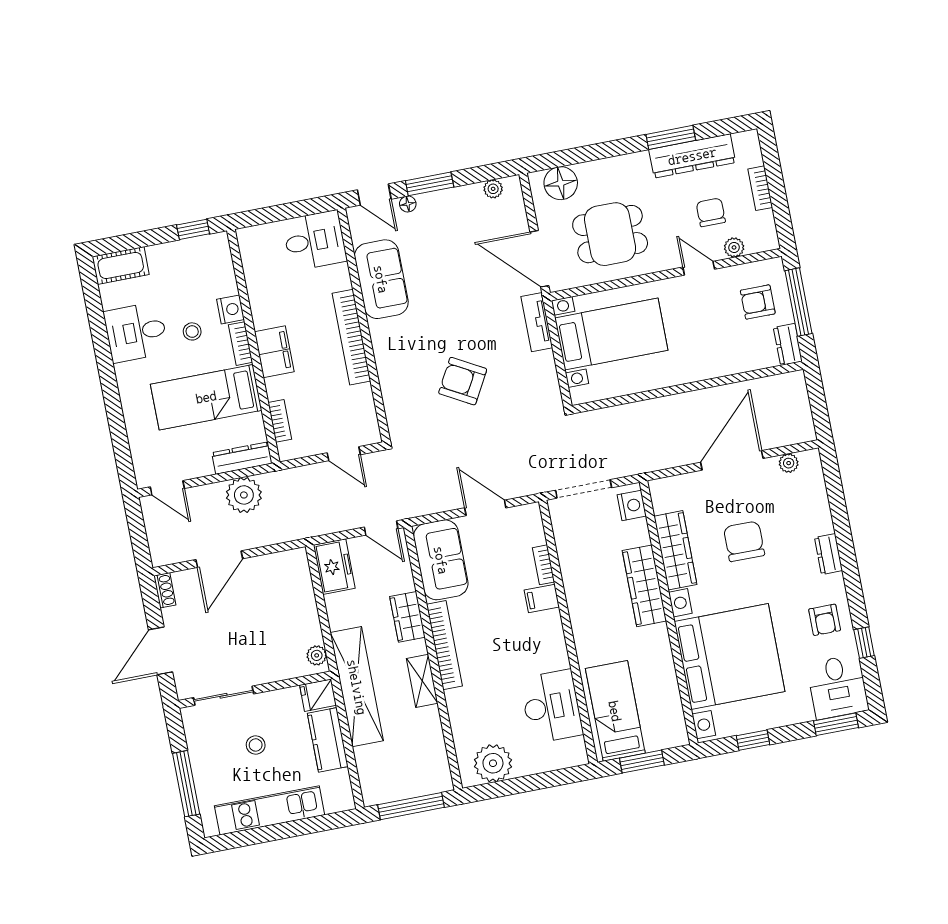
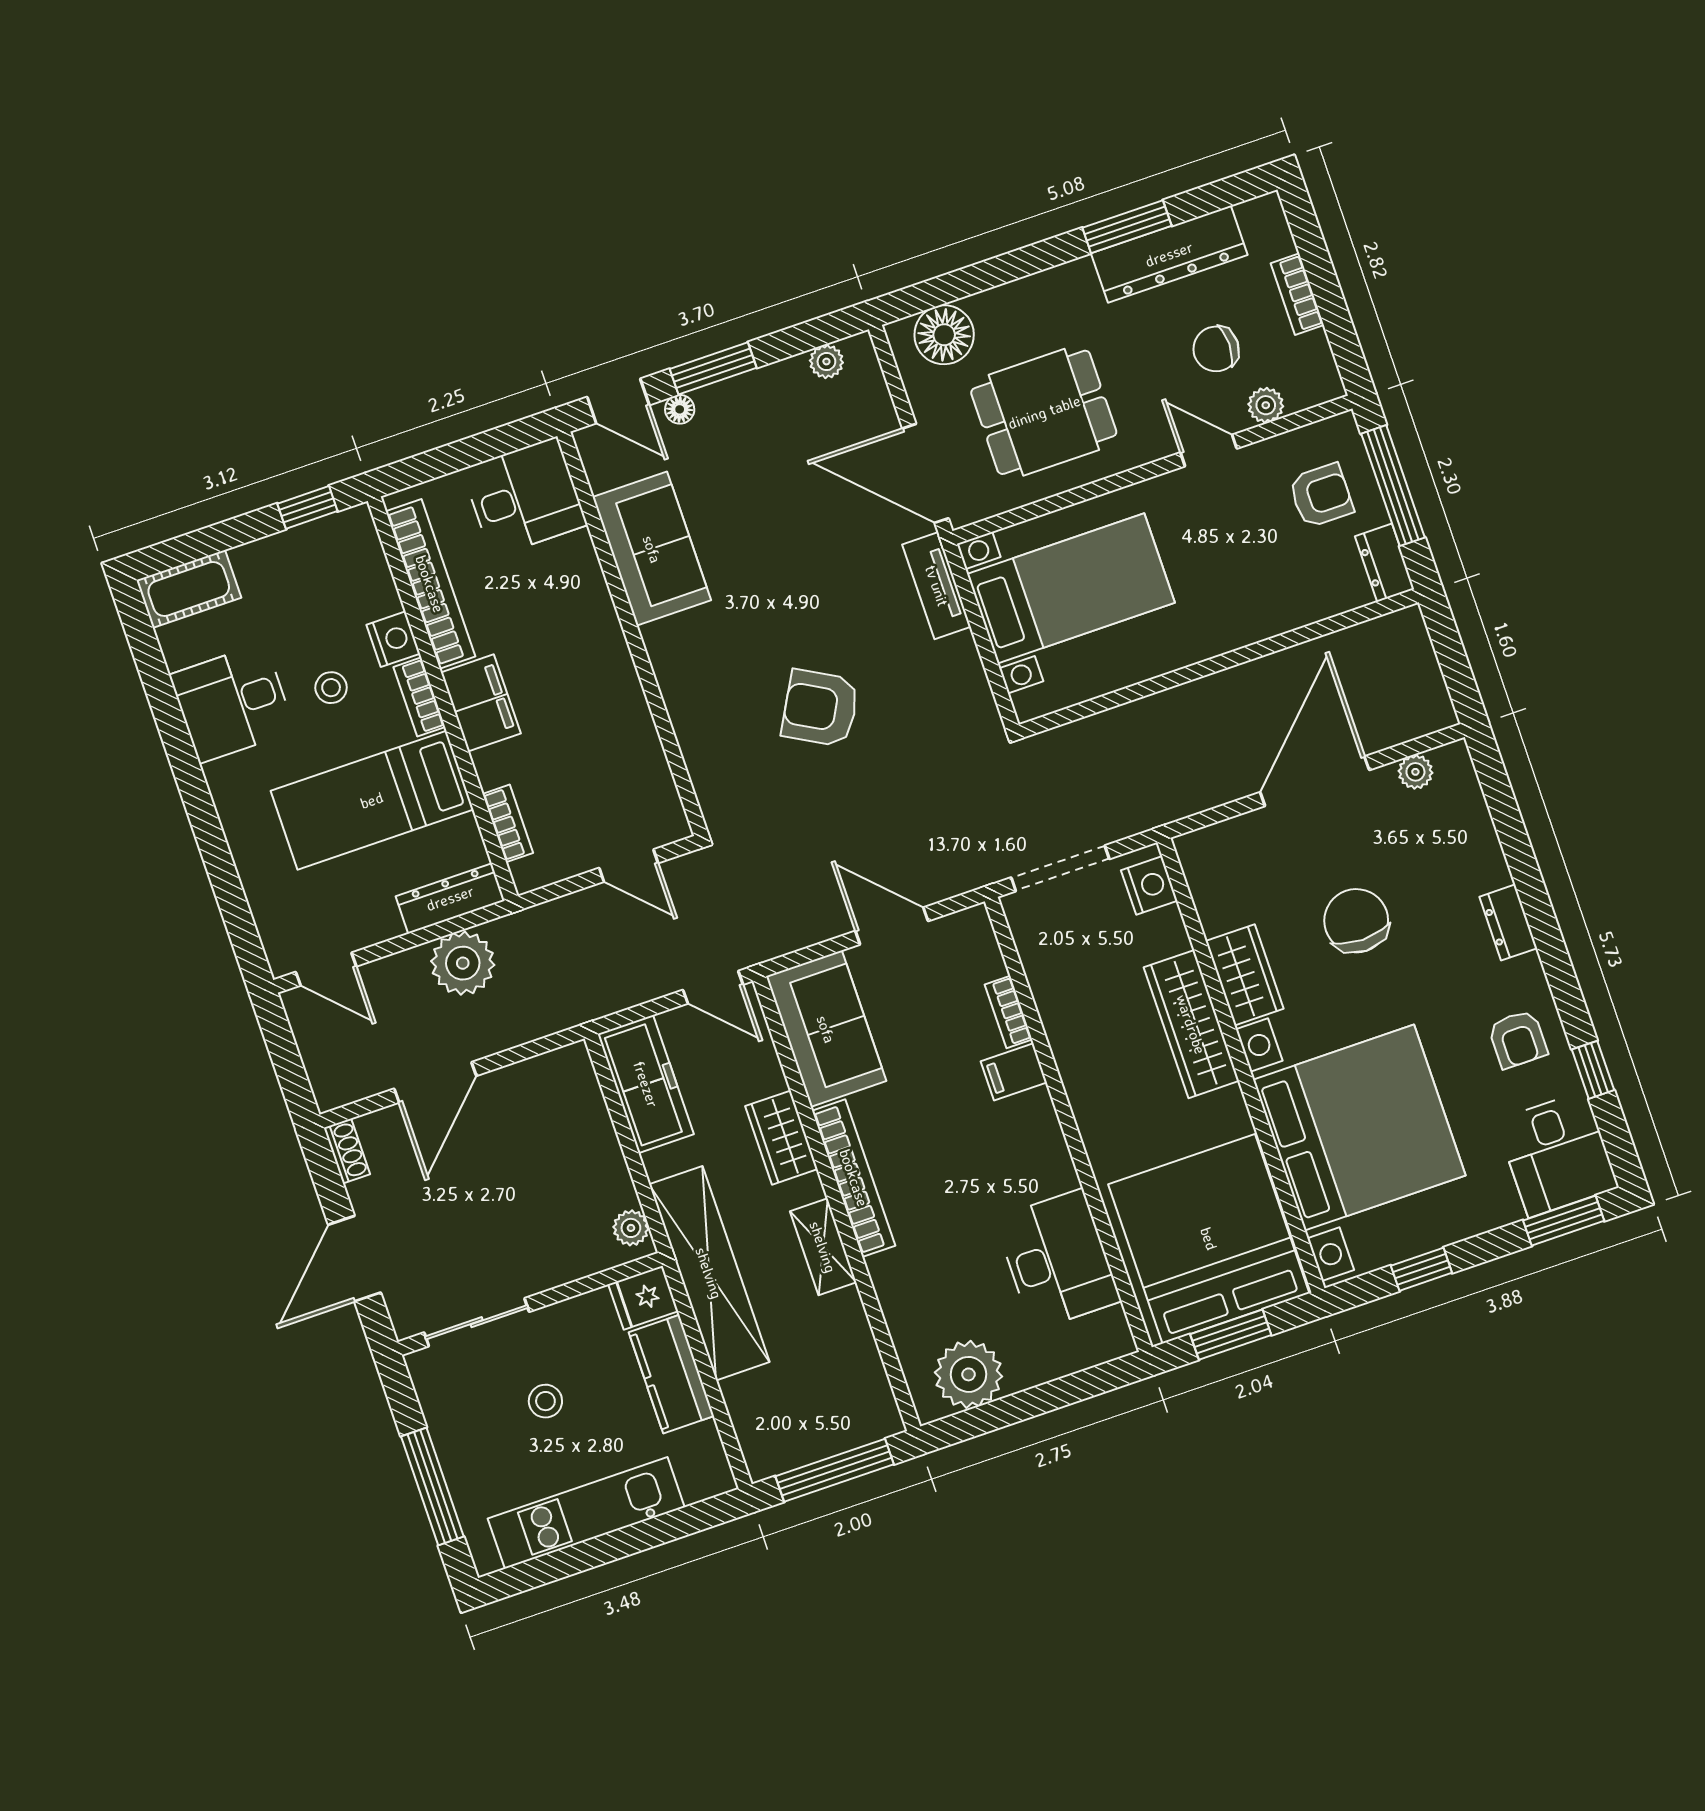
chair: (711, 212) -> (1216, 349), turned -90
armchair: (758, 302) -> (1321, 495), turned 180
bookcase: (351, 337) -> (430, 584), moved, turned 180
wardrobe: (675, 550) -> (1245, 975), width x0.67
freezer: (334, 567) -> (646, 1084), width x1.40
bed: (615, 711) -> (1209, 1239), width x2.04

